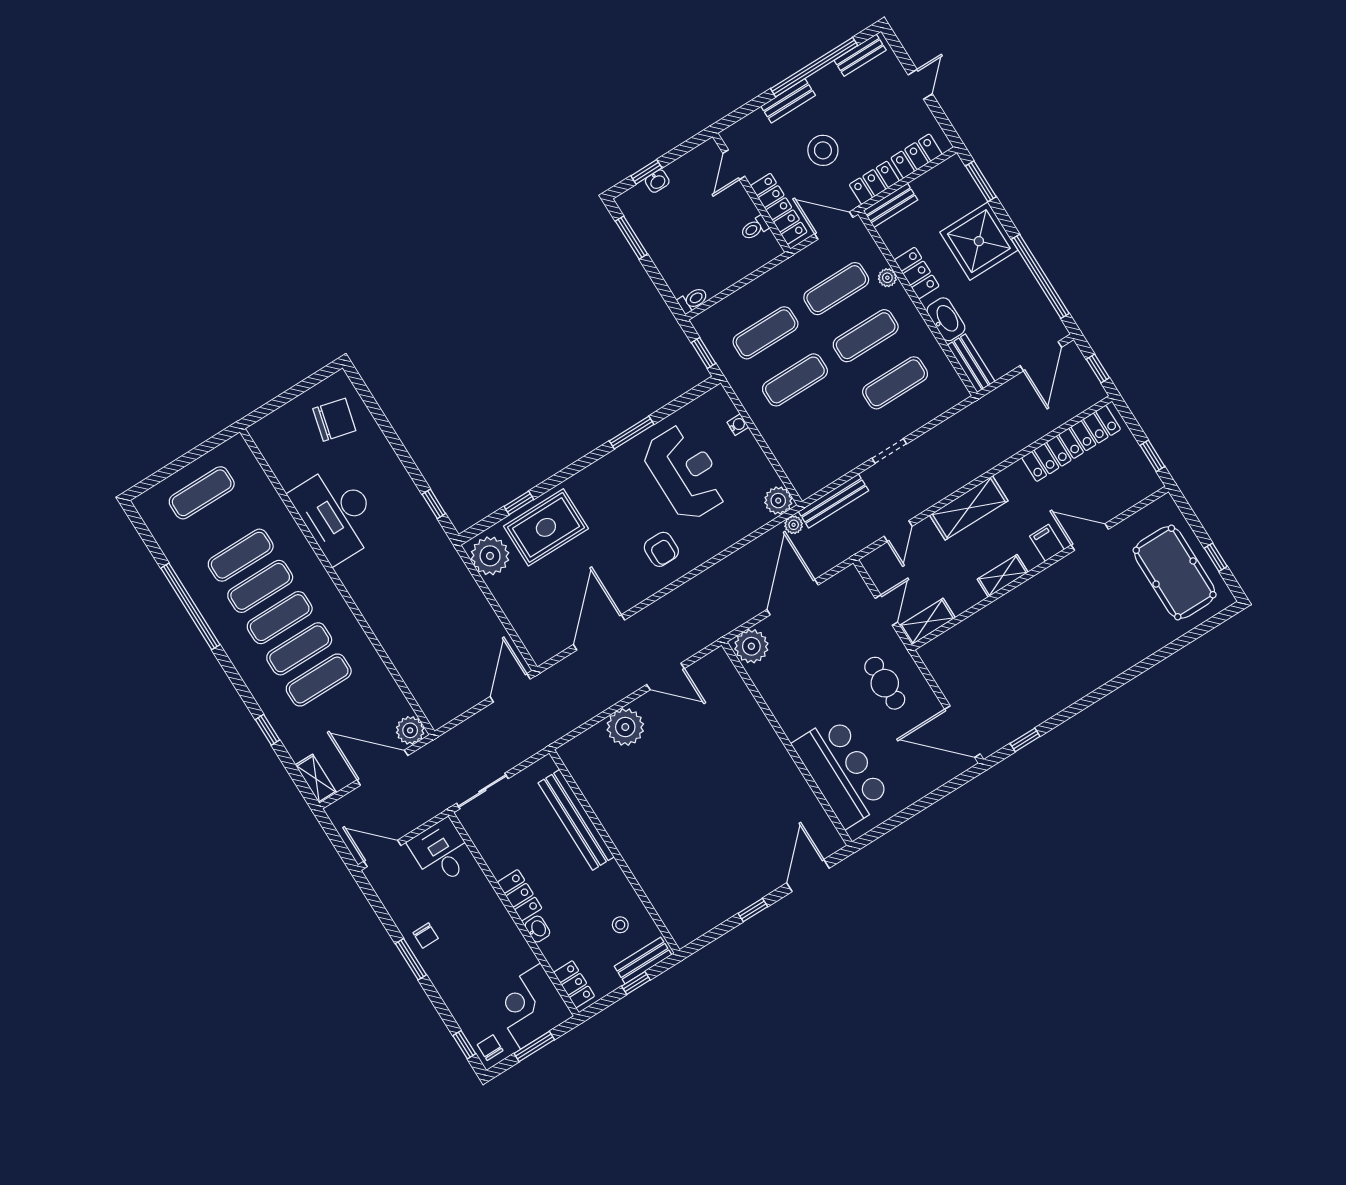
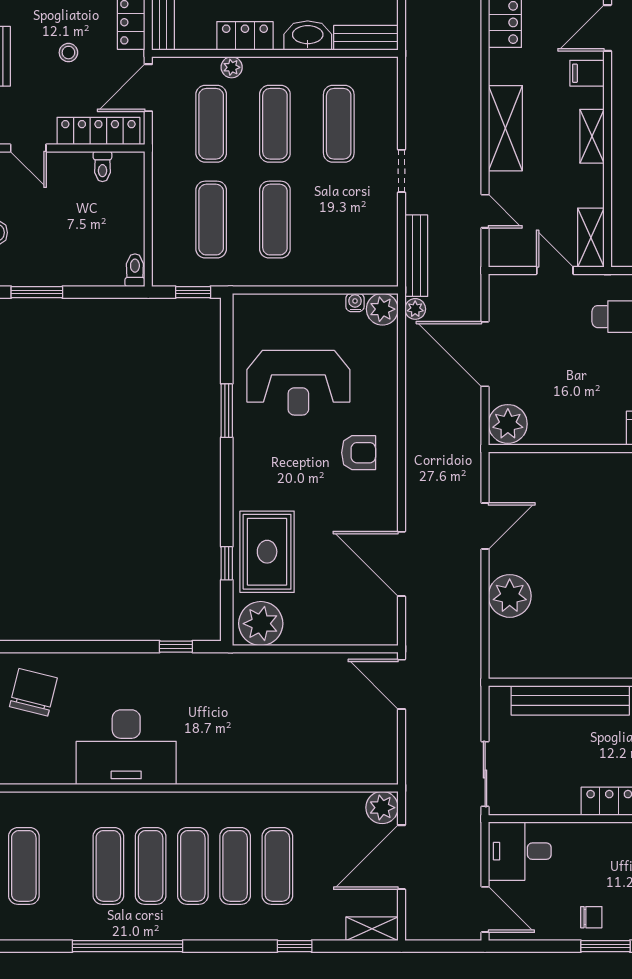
stool: (823, 150) -> (68, 53), width x0.53, depth x0.53
water cooler: (738, 425) -> (355, 302), moved
reception desk: (685, 473) -> (298, 383), turned 180
door: (382, 853) -> (485, 909), swing flipped

